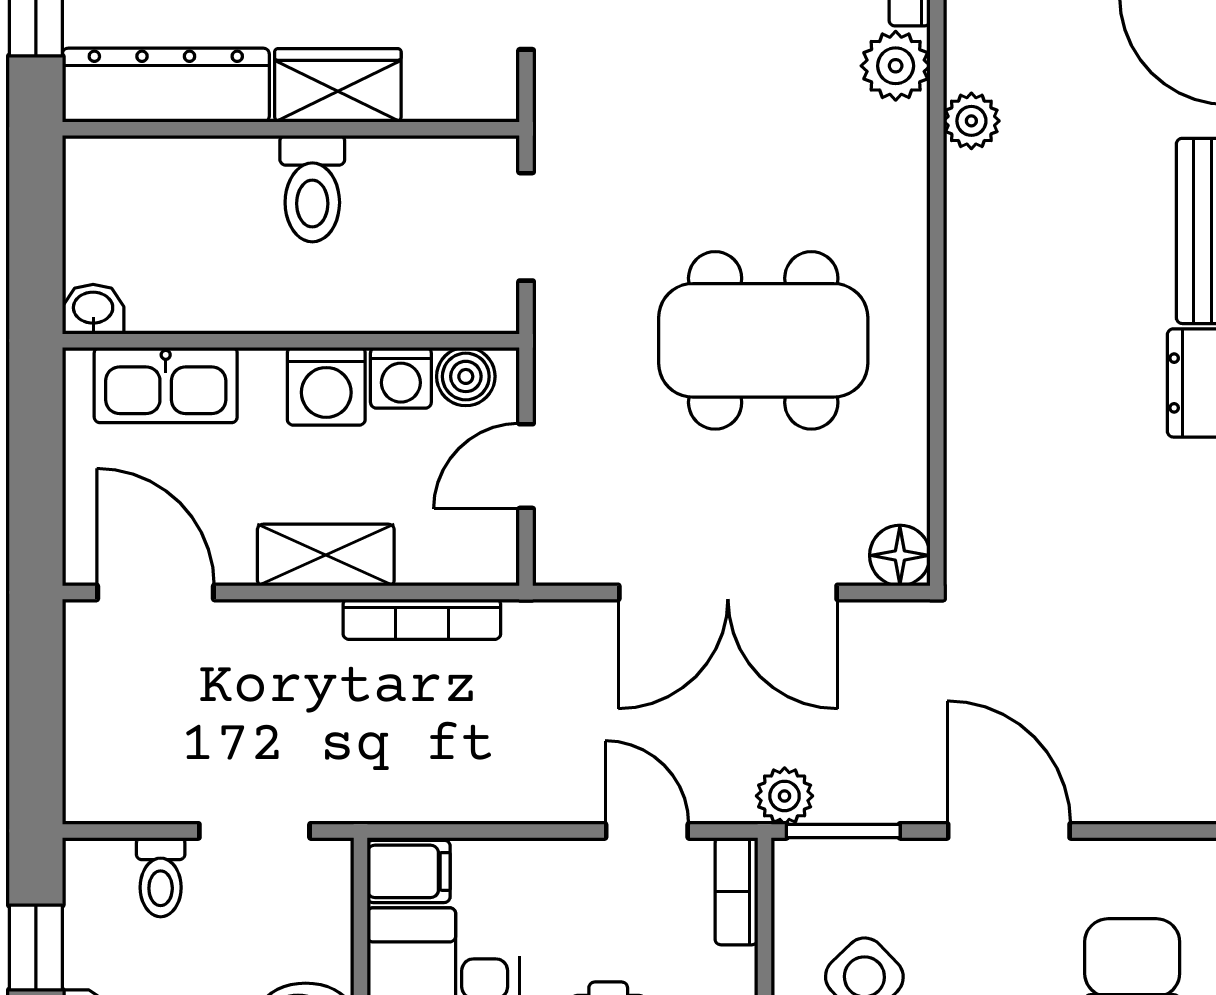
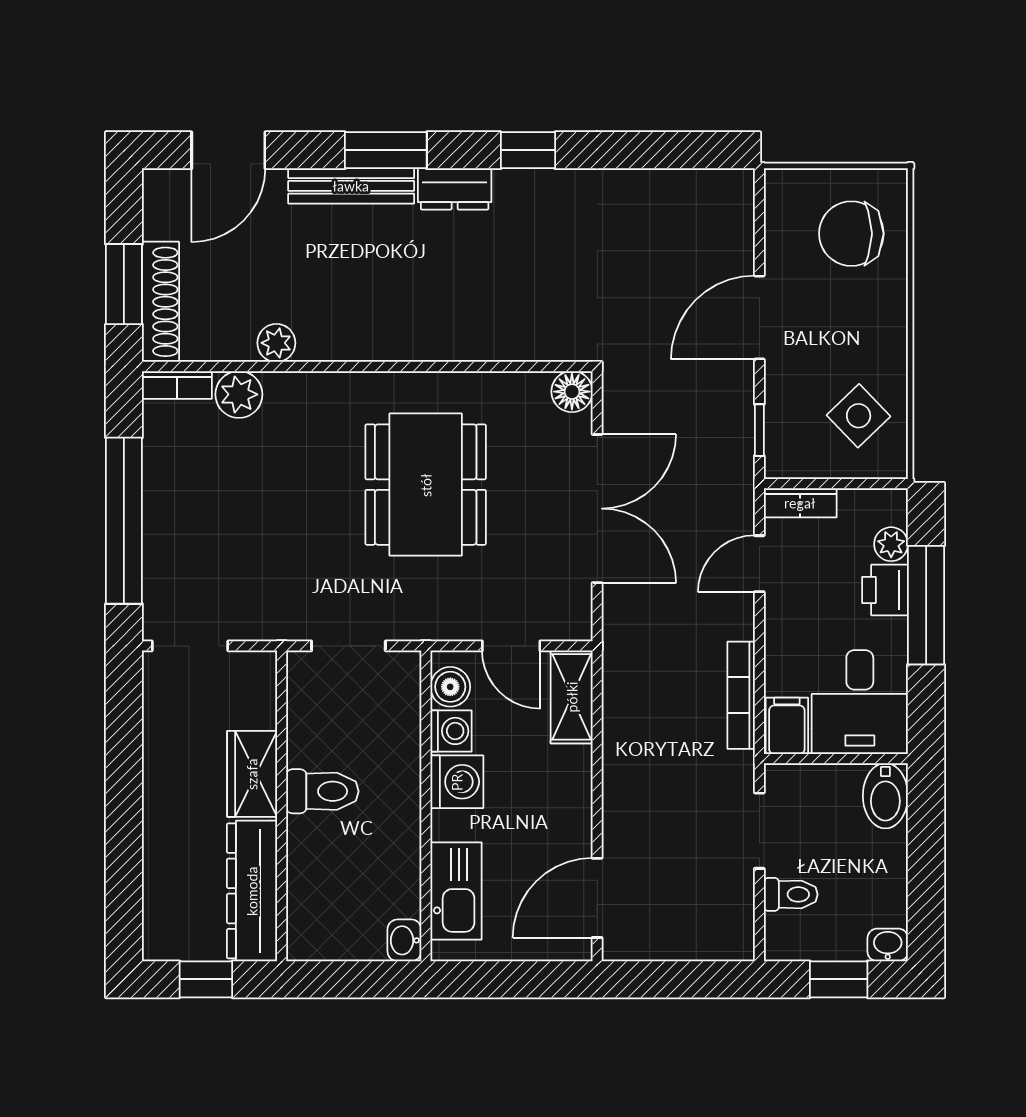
shelving: (326, 555) -> (572, 697), moved
bookcase: (422, 619) -> (741, 695), moved, turned 180
plant: (785, 796) -> (736, 470), removed
window: (843, 831) -> (759, 430), width x0.67

